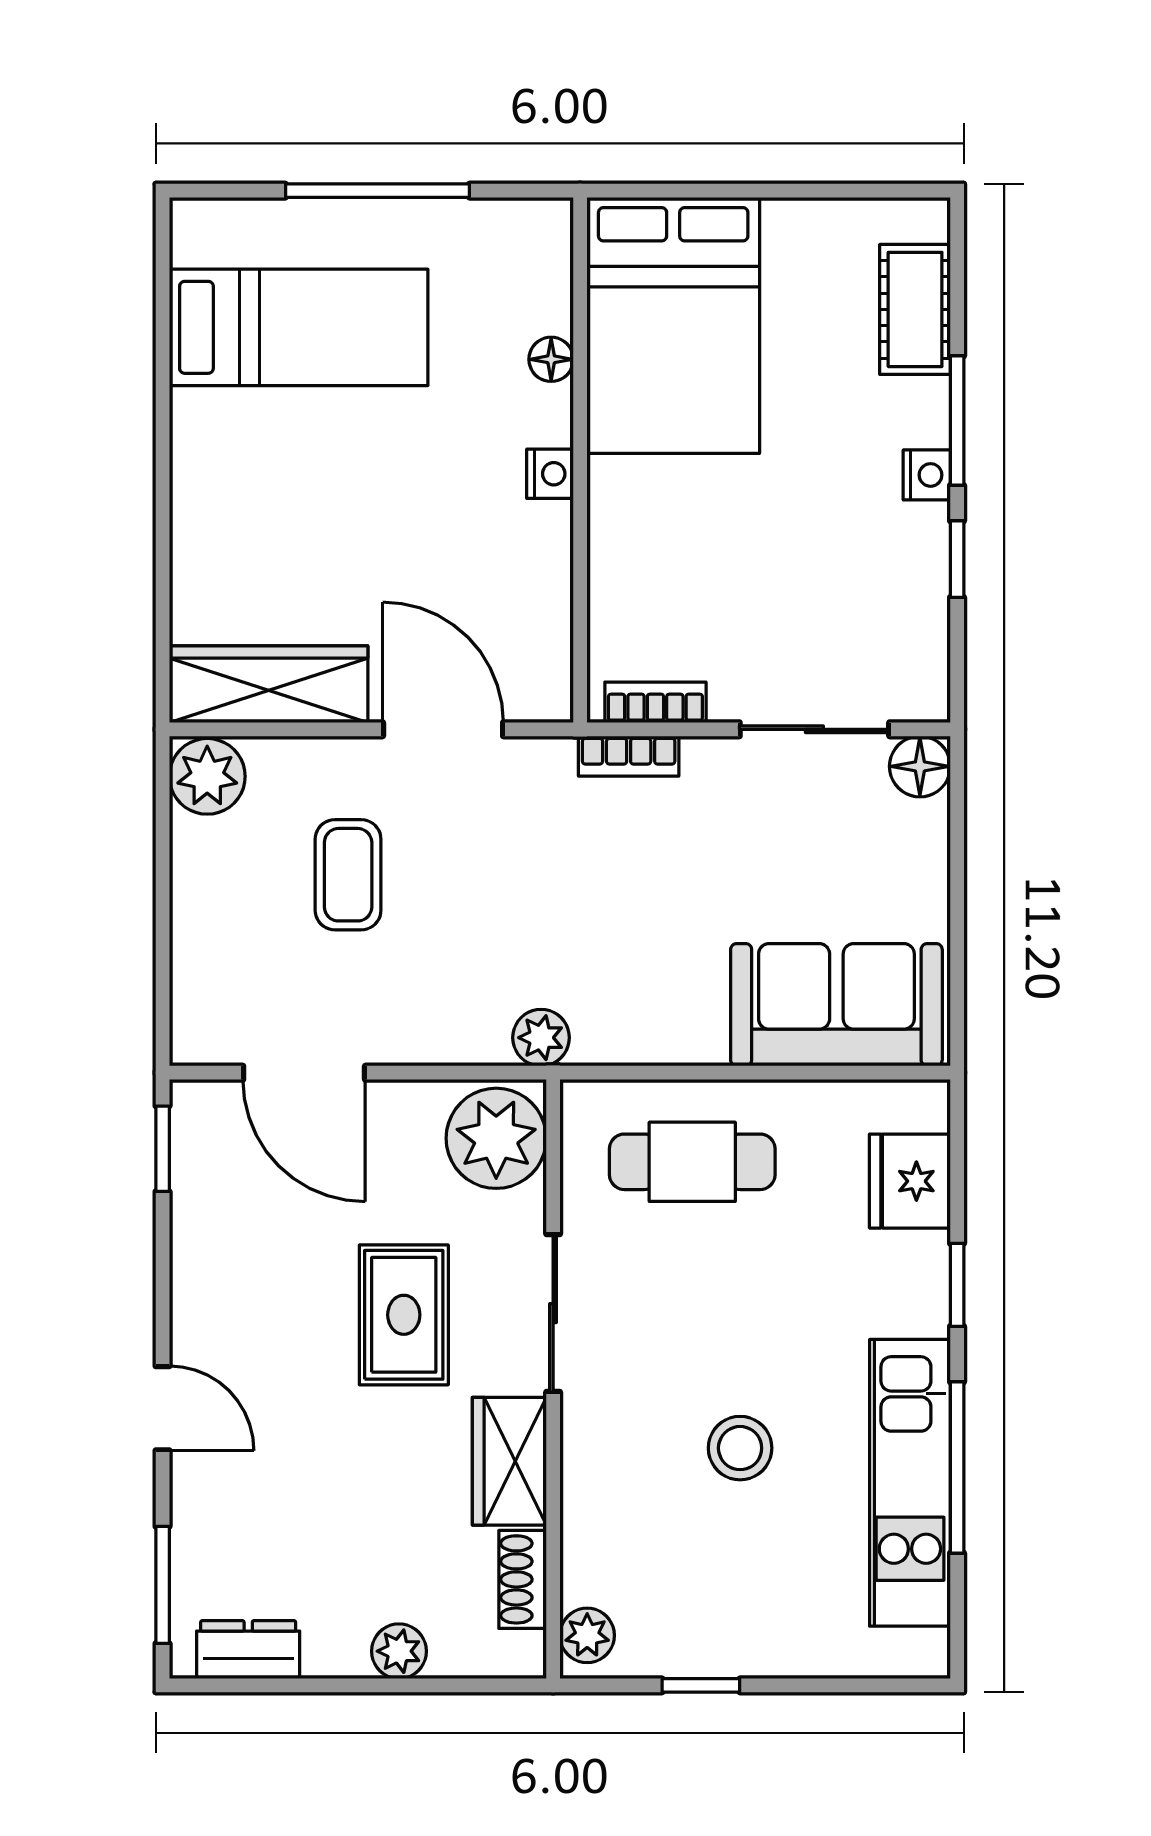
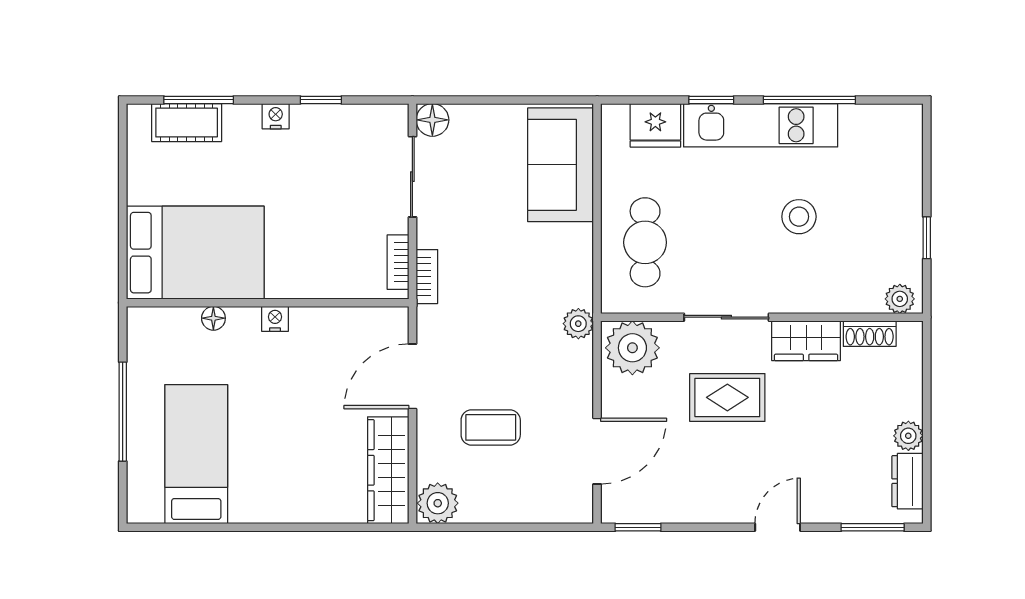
window: (957, 421) -> (199, 100), moved
kitchen unit: (910, 1483) -> (761, 125), moved
plant: (399, 1651) -> (908, 436), moved

